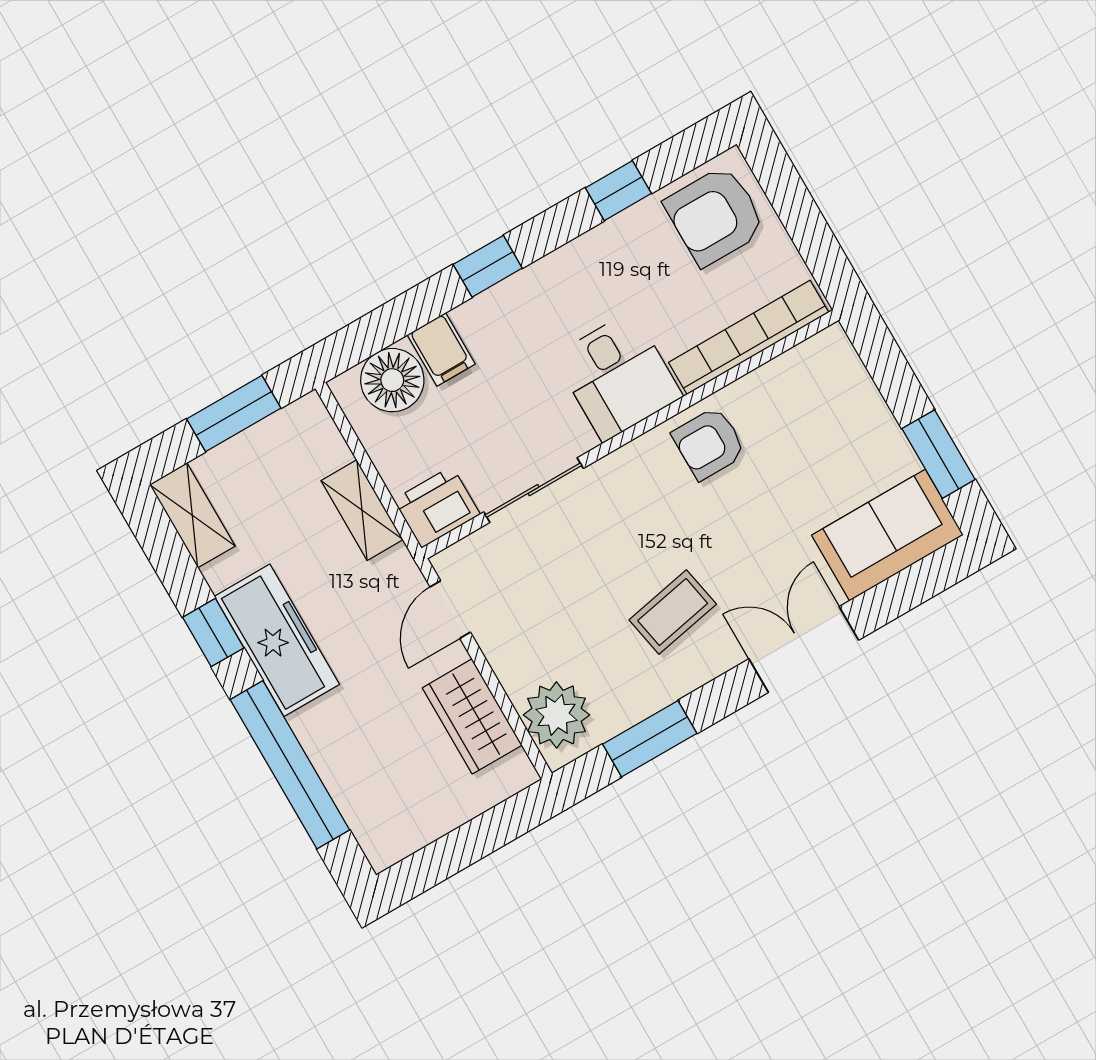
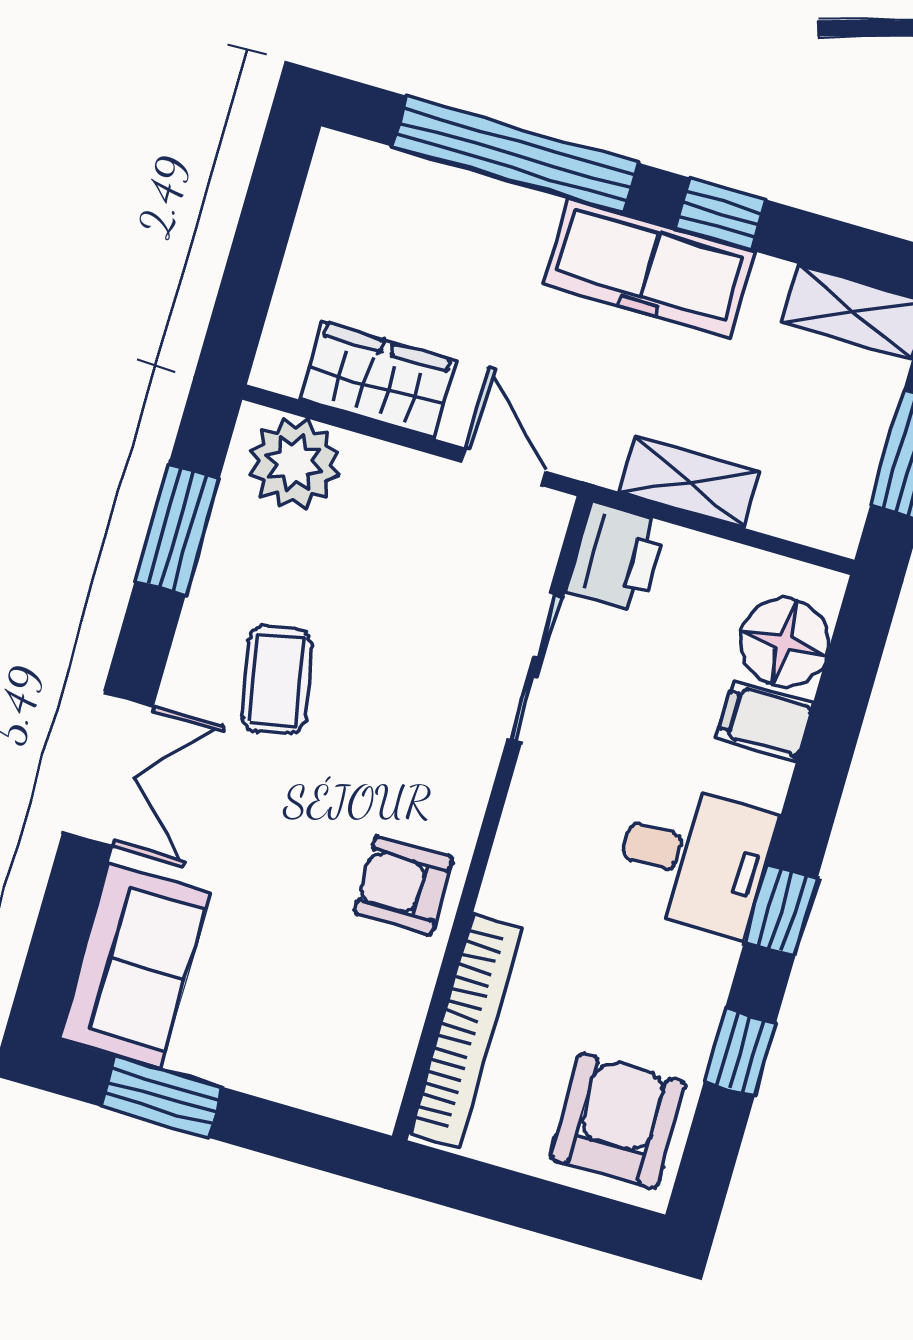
window: (488, 266) -> (781, 910), moved
desk: (618, 376) -> (694, 859), moved, turned 180
armchair: (709, 443) -> (403, 885), turned -90

